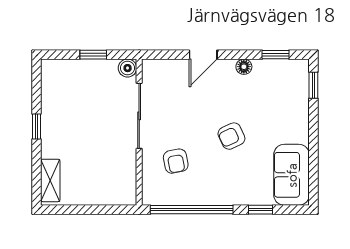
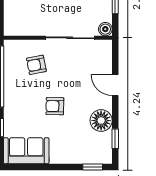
floor lamp: (244, 67) -> (101, 121), width x1.89, depth x1.89
armchair: (231, 136) -> (55, 106), turned -64

